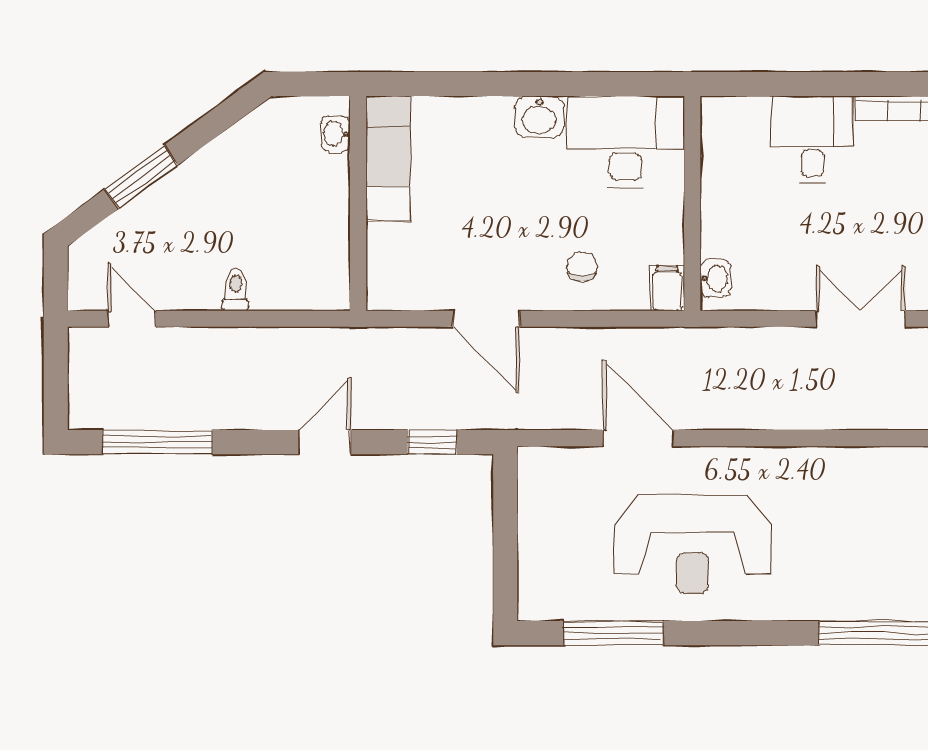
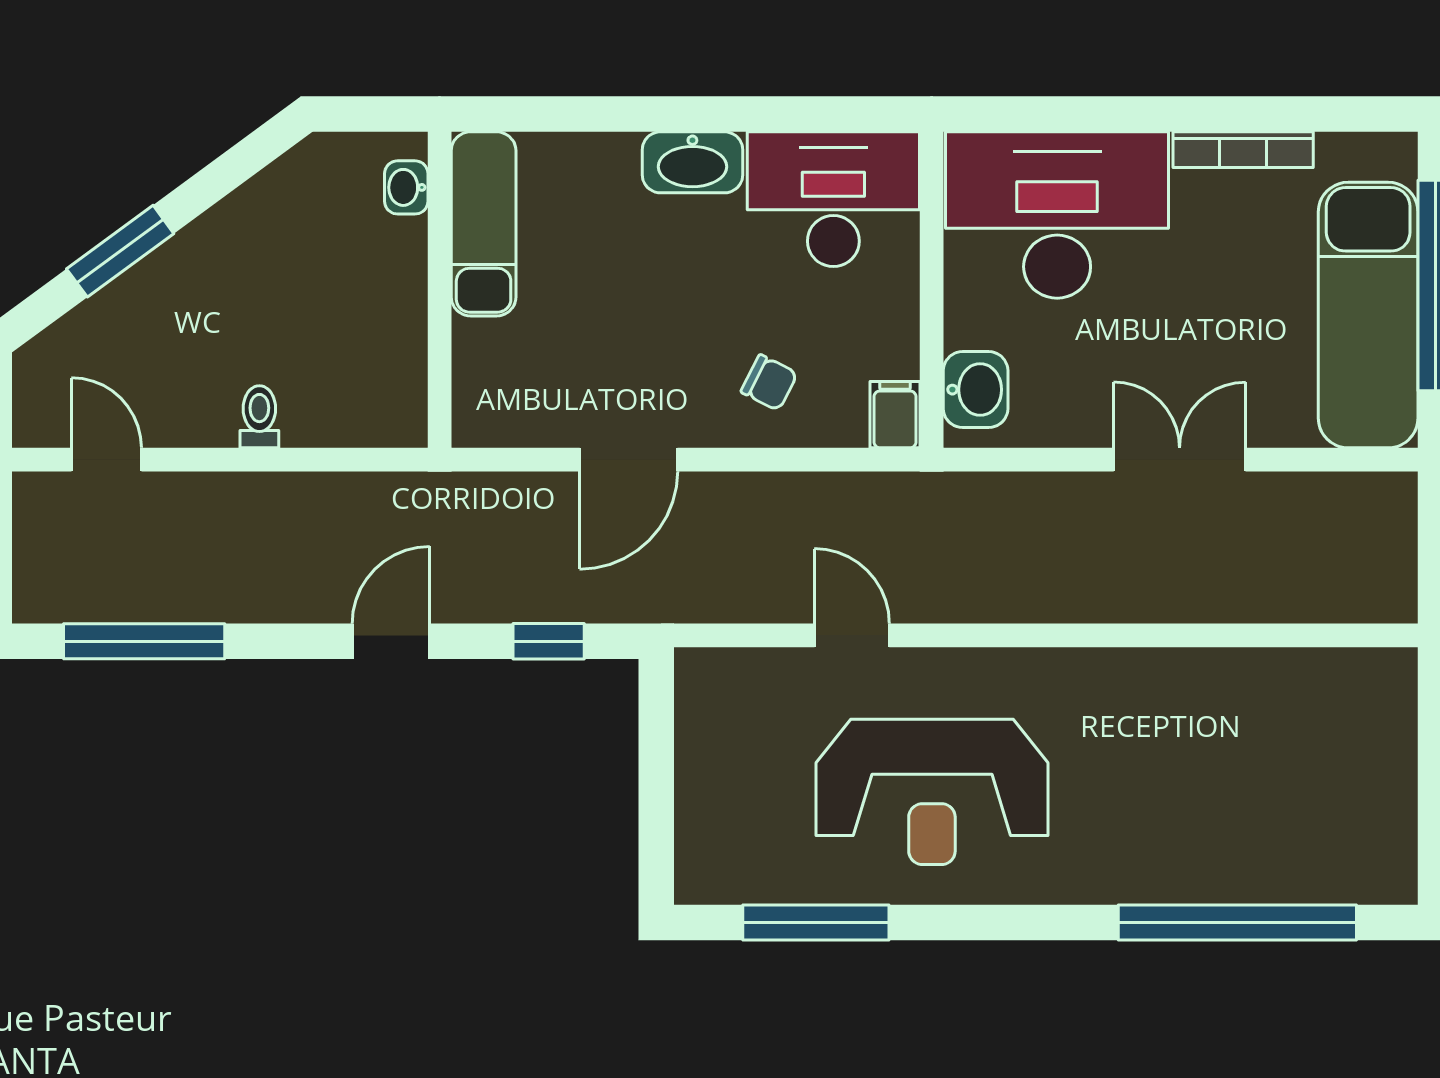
washbasin: (539, 117) -> (692, 162), width x1.38
desk: (813, 140) -> (1057, 215), width x1.87, depth x1.30
chair: (582, 266) -> (769, 383), turned 117
washbasin: (715, 278) -> (976, 390), width x1.38, depth x1.45
door: (486, 319) -> (629, 460), hinge flipped
door: (638, 438) -> (852, 635), width x0.73

